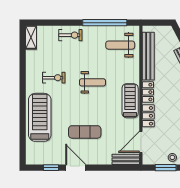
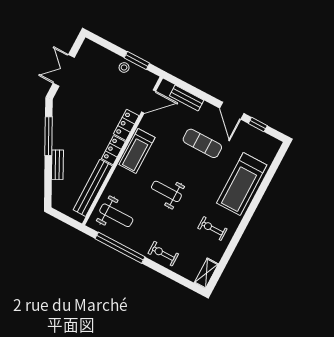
exercise bike: (54, 78) -> (212, 228), moved
bench: (126, 159) -> (187, 98), moved

